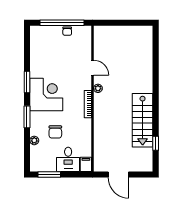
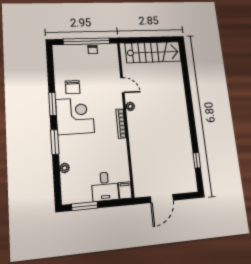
stairs: (143, 120) -> (153, 52), moved, turned -90
chair: (55, 132) -> (73, 87), moved
door: (118, 175) -> (162, 198), hinge flipped

